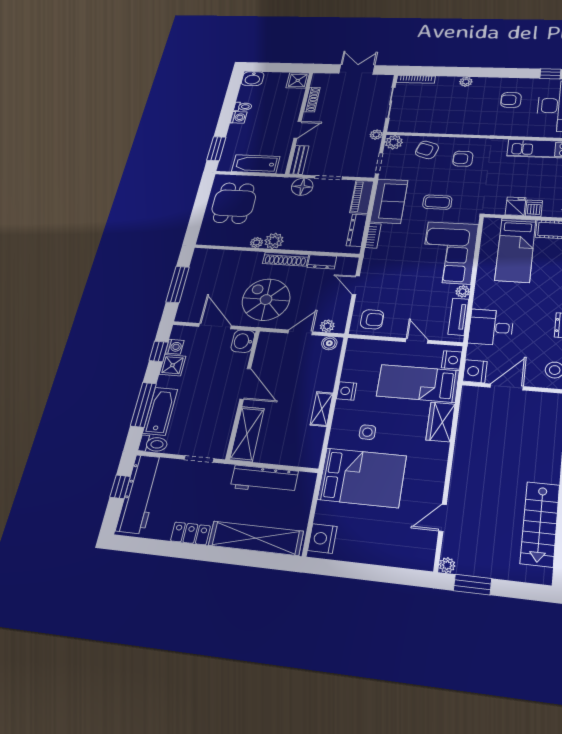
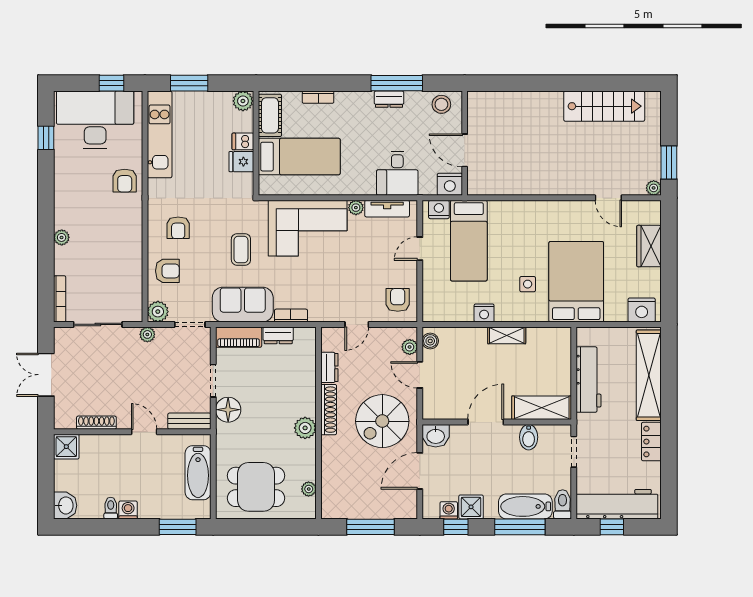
armchair: (511, 100) -> (125, 181), moved
armchair: (427, 150) -> (167, 271), turned -107
dresser: (357, 230) -> (278, 335), width x0.70
plant: (256, 243) -> (309, 489), moved
bidet: (222, 420) -> (529, 437), added
wardrobe: (440, 422) -> (649, 246), moved, turned 90

